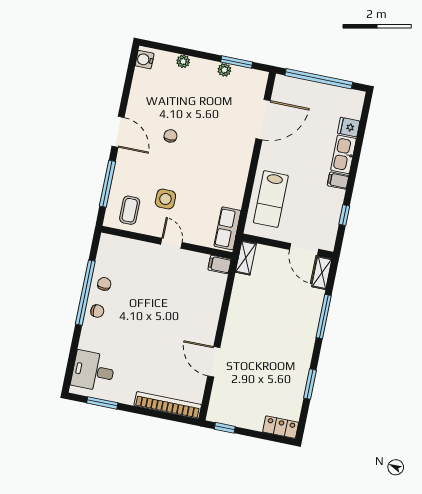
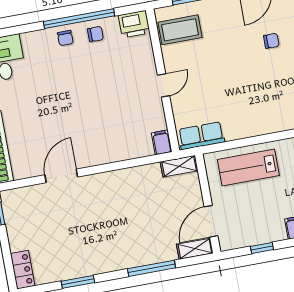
side table: (165, 199) -> (206, 61), removed
coffee table: (130, 210) -> (180, 30), width x1.36, depth x1.30
printer: (109, 247) -> (134, 24), added

